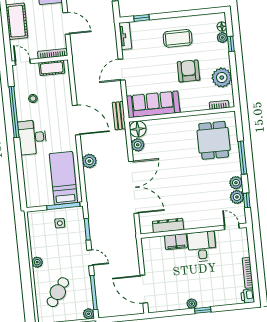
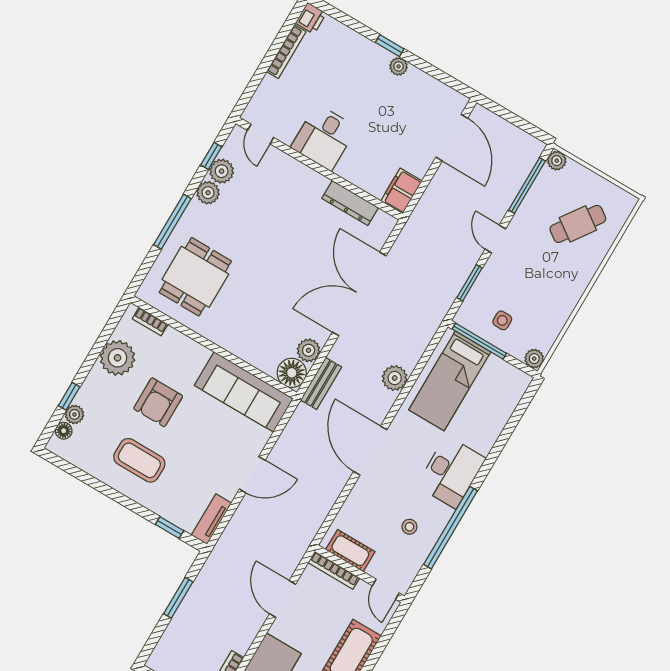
bench: (119, 116) -> (321, 384), moved
filing cabinet: (176, 242) -> (401, 191), moved, turned -90
plant: (37, 262) -> (534, 359), moved

